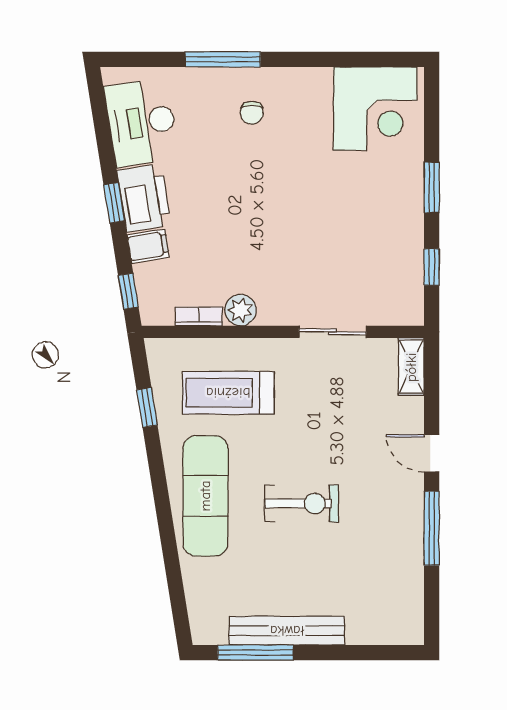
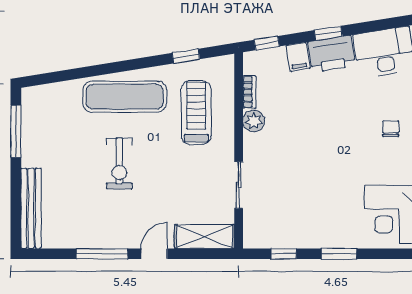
chair: (252, 113) -> (391, 129), turned 90
shelving: (411, 367) -> (205, 237), width x1.50, depth x1.33
bench: (287, 631) -> (31, 208), moved

